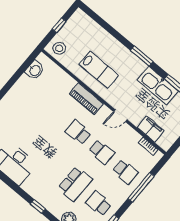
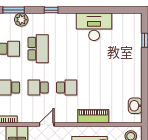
piano: (86, 99) -> (93, 116), moved
school desk: (75, 184) -> (38, 49), turned 180

